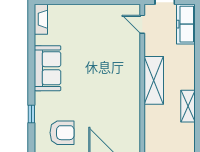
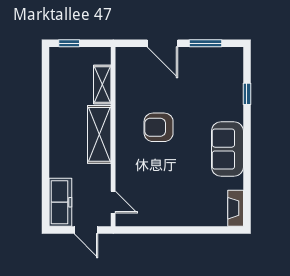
shelving: (188, 106) -> (102, 85), moved
armchair: (62, 133) -> (159, 127), moved

